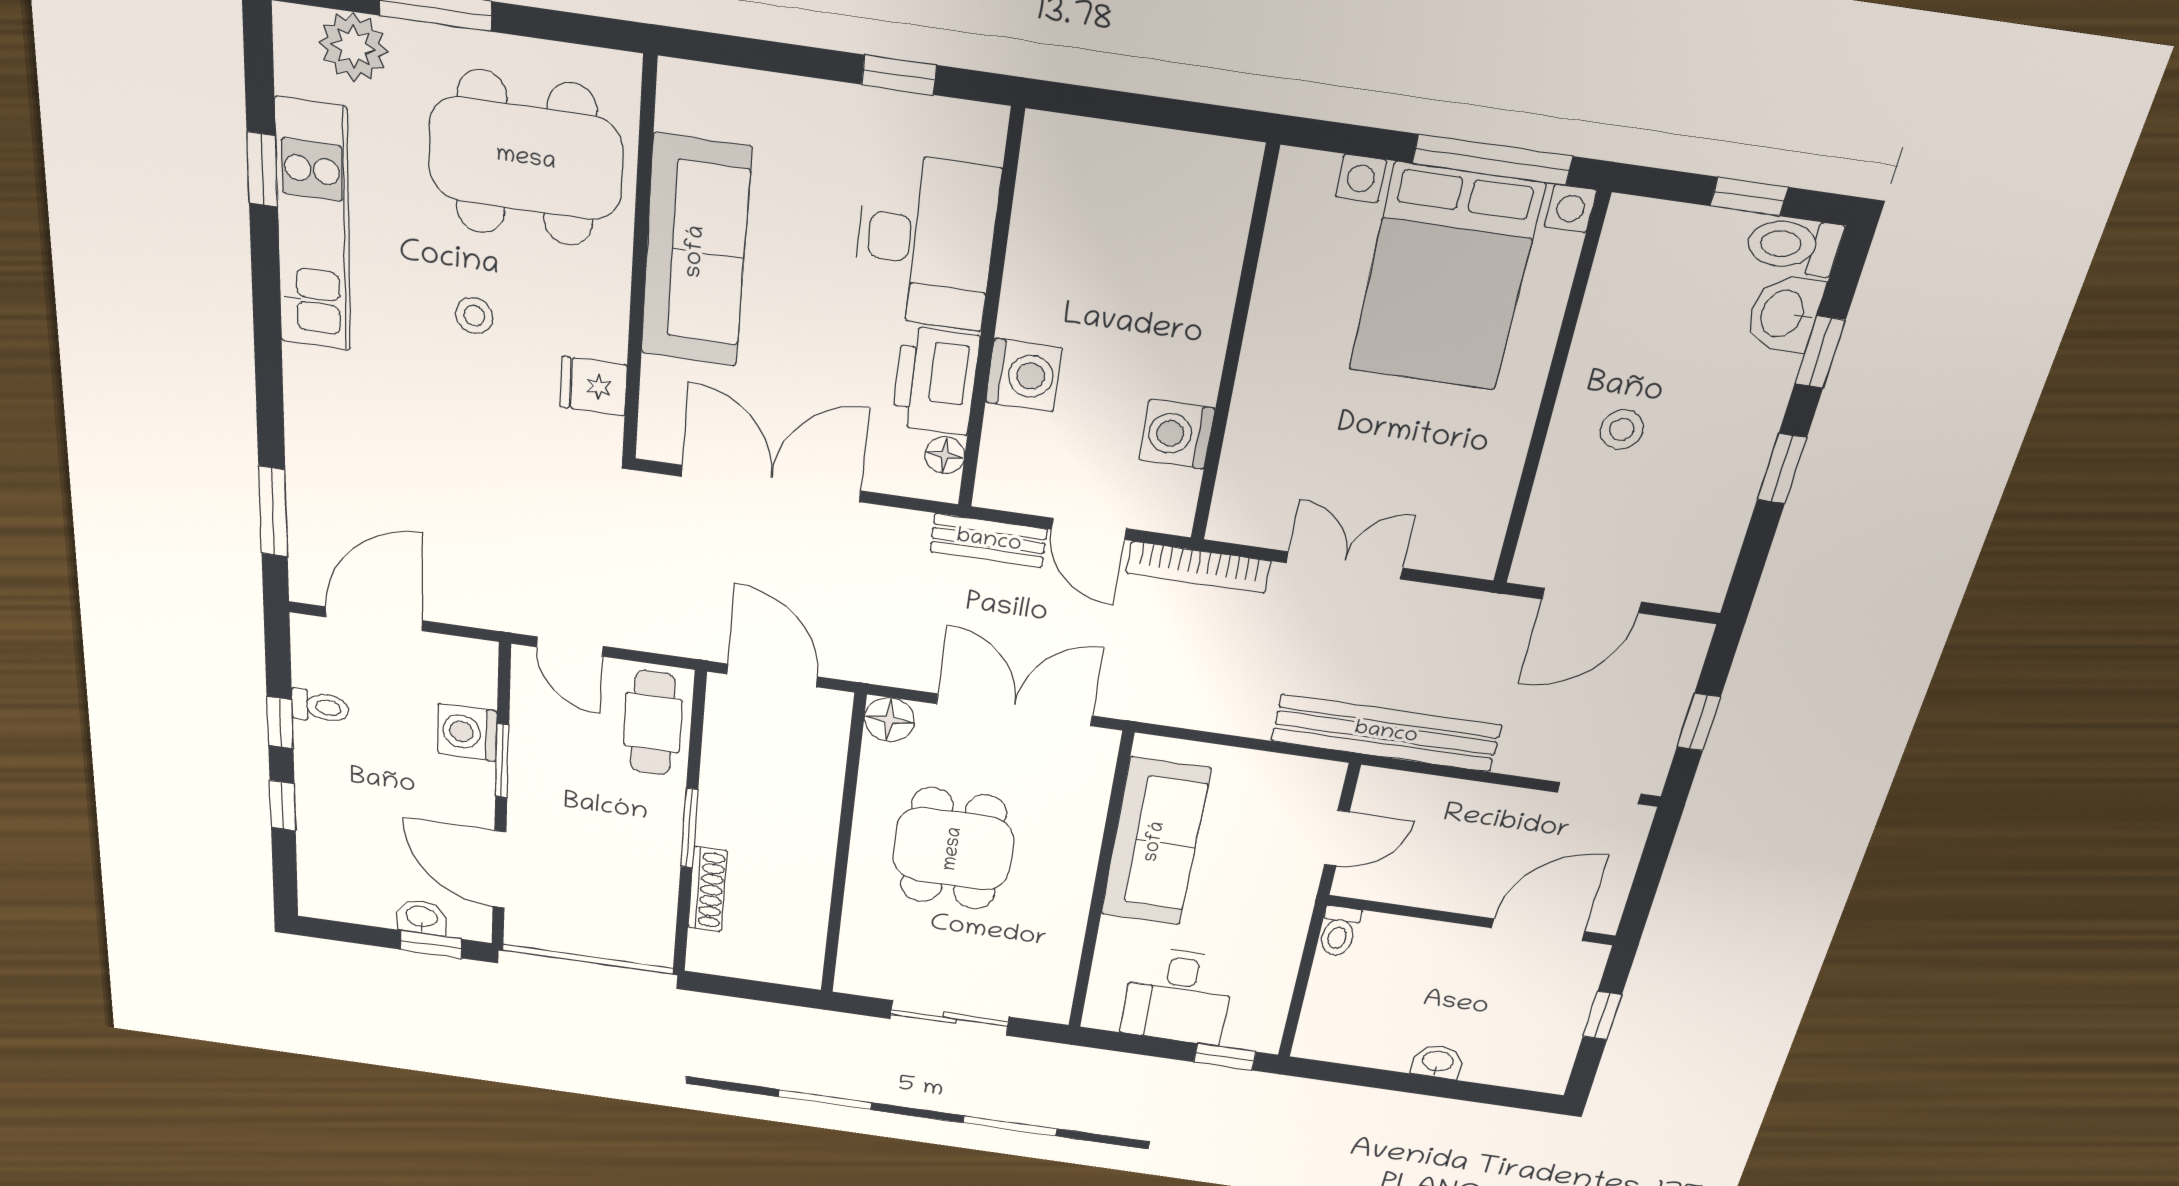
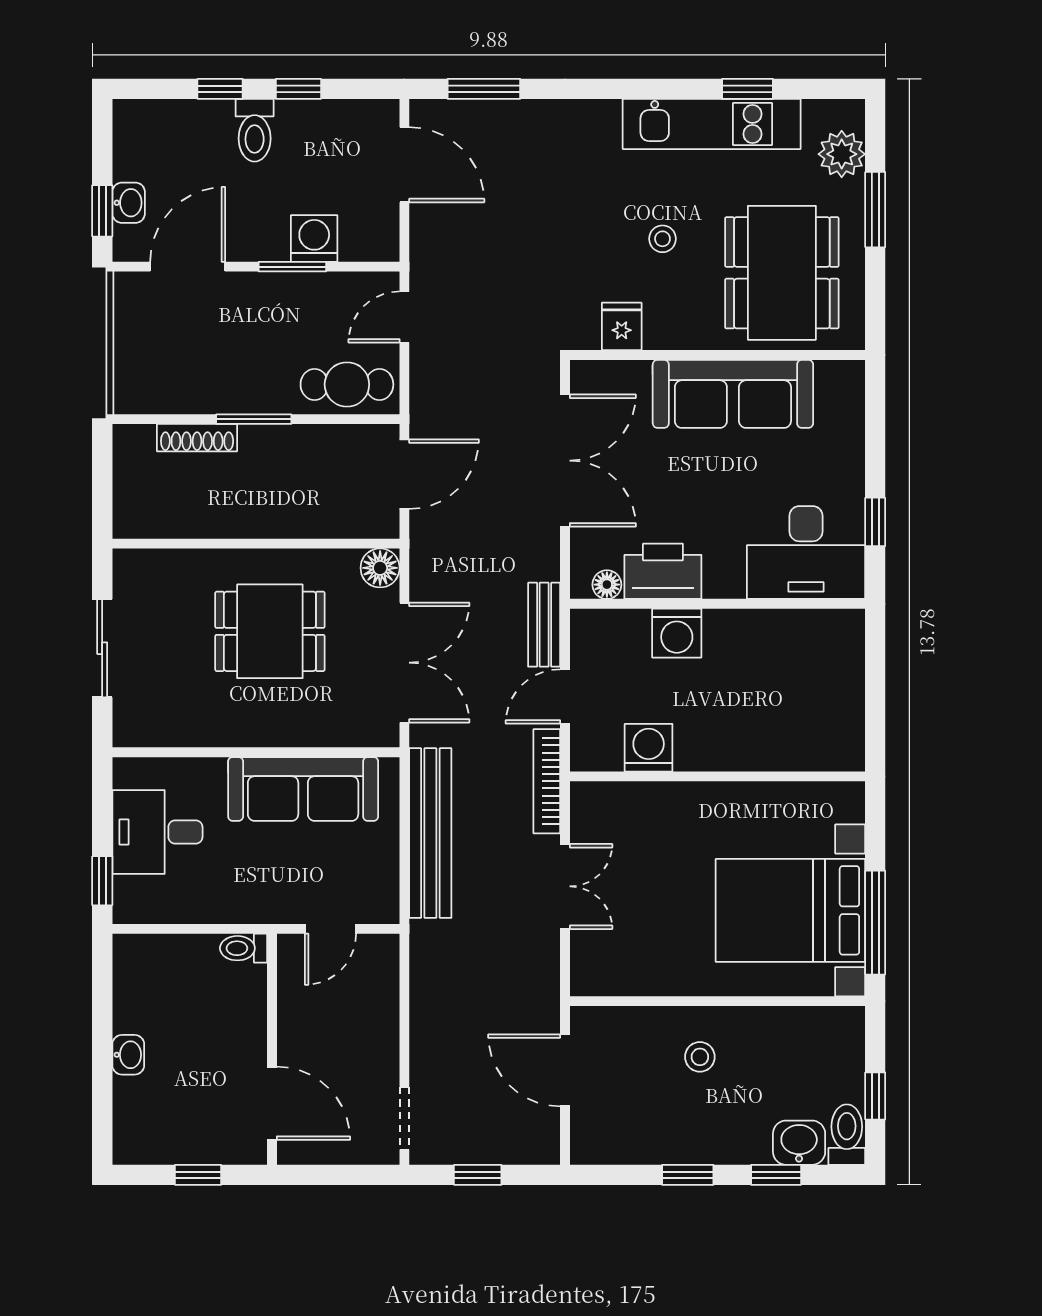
desk: (925, 242) -> (806, 553), moved
toilet: (320, 707) -> (255, 130), moved, width x1.37, depth x1.39
bench: (1386, 733) -> (430, 833), moved
door: (1337, 838) -> (330, 929), hinge flipped

